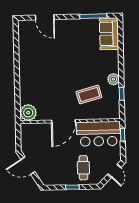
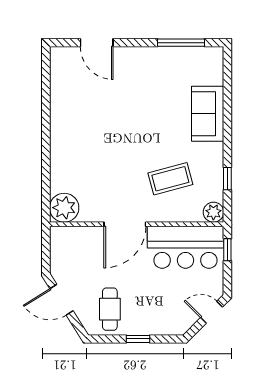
sofa: (109, 34) -> (208, 114), moved
plant: (113, 79) -> (213, 212), moved
cafe table: (83, 168) -> (110, 309), moved
door: (114, 171) -> (212, 312), swing flipped

